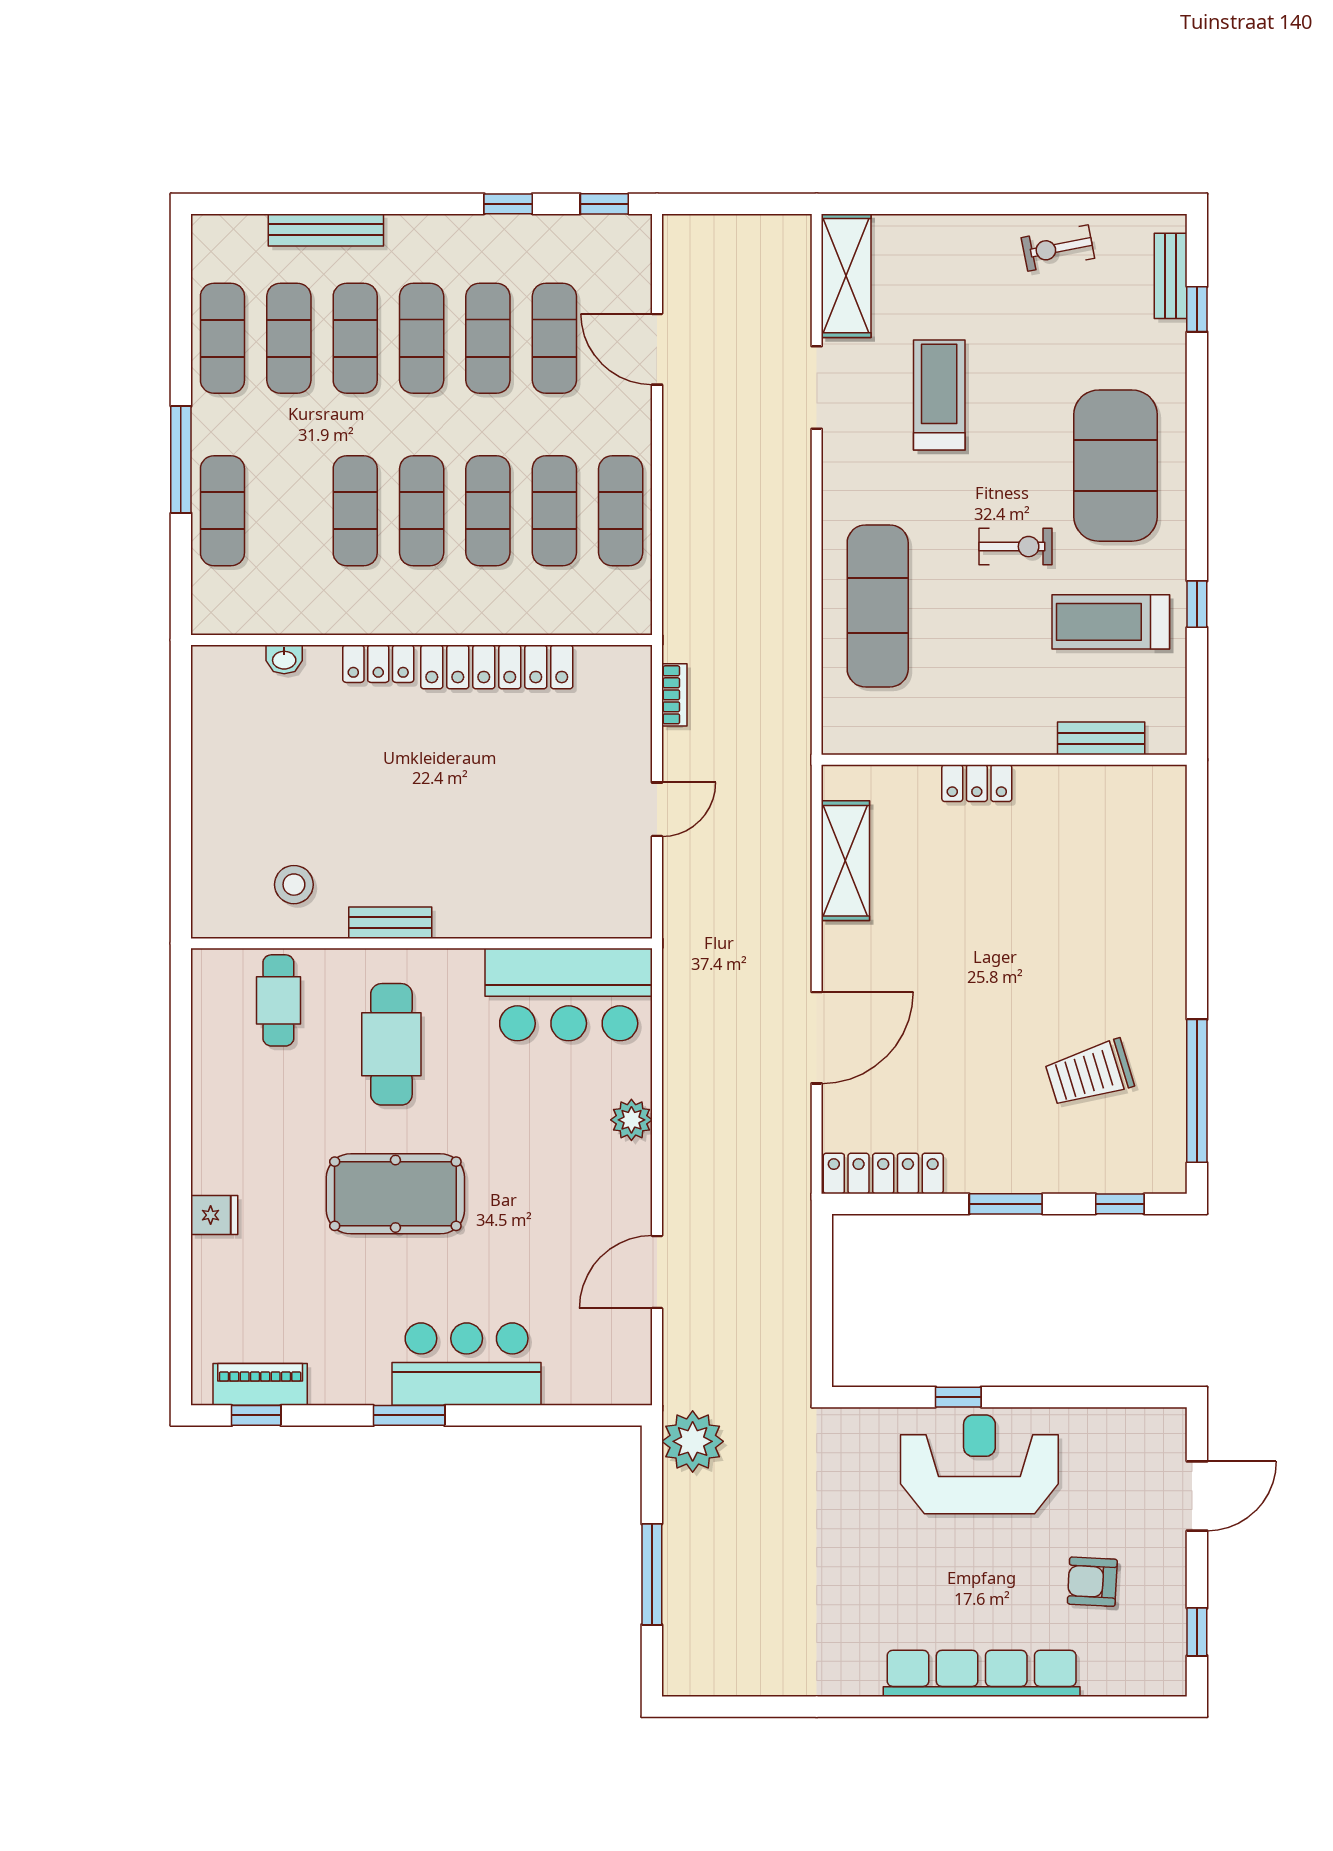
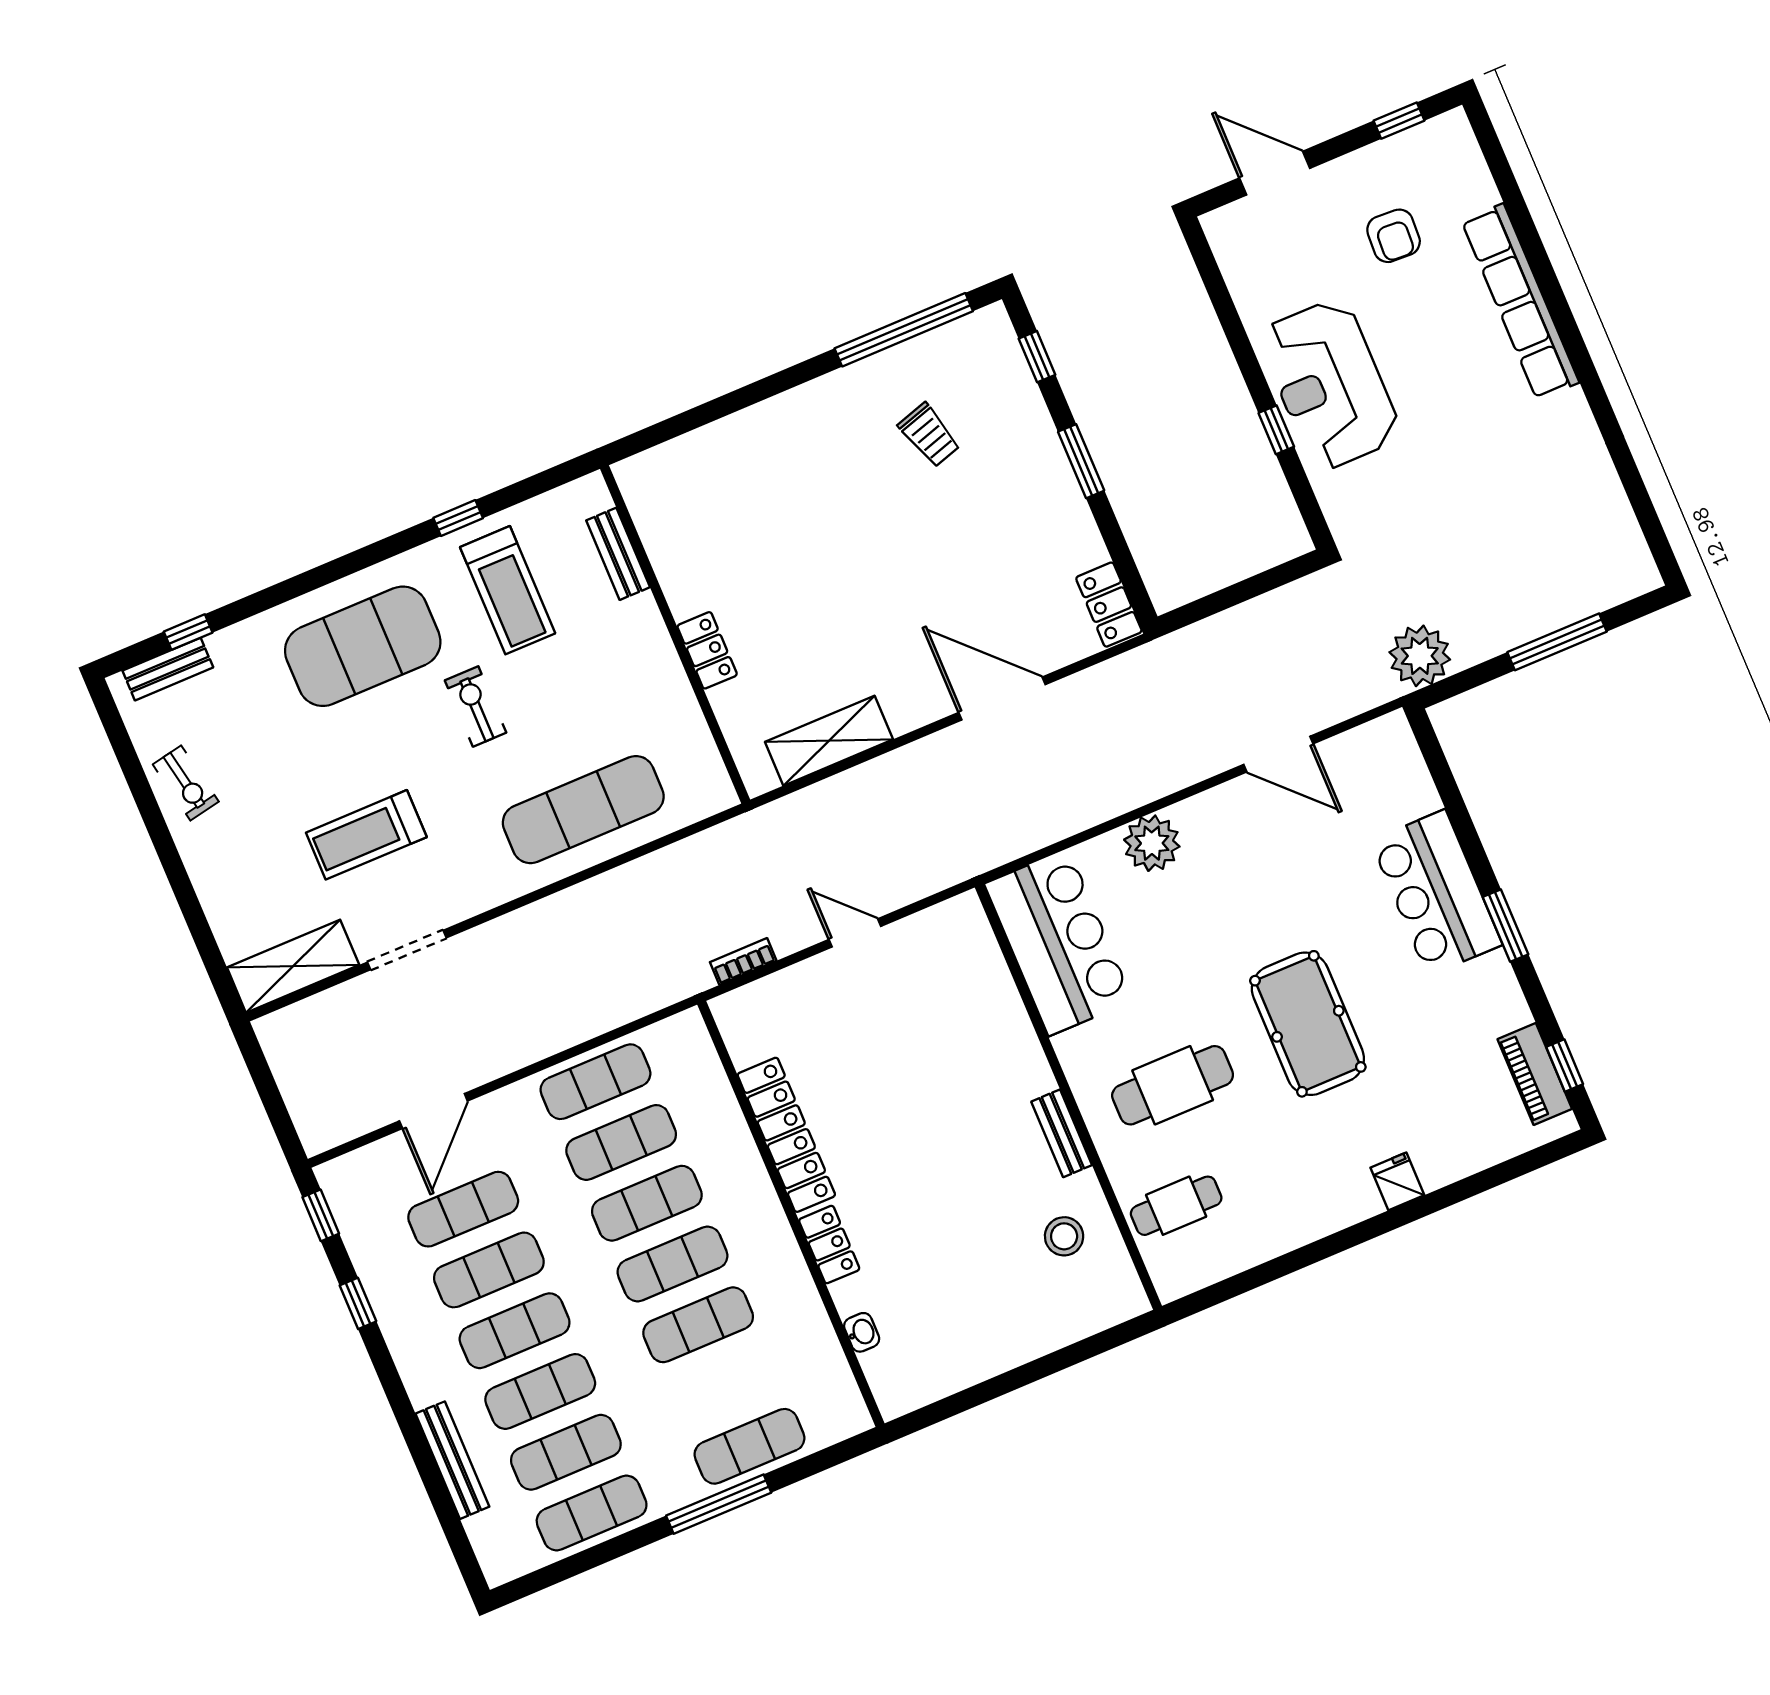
trolley: (1089, 1073) -> (929, 435), width x0.73, depth x0.72
plant: (631, 1120) -> (1152, 843), width x1.36, depth x1.36
locker: (883, 1173) -> (1109, 605), width x0.66

